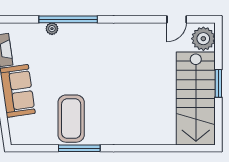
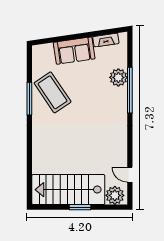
plant: (52, 29) -> (118, 77), width x1.87, depth x1.87
coffee table: (71, 119) -> (53, 92), turned 56

